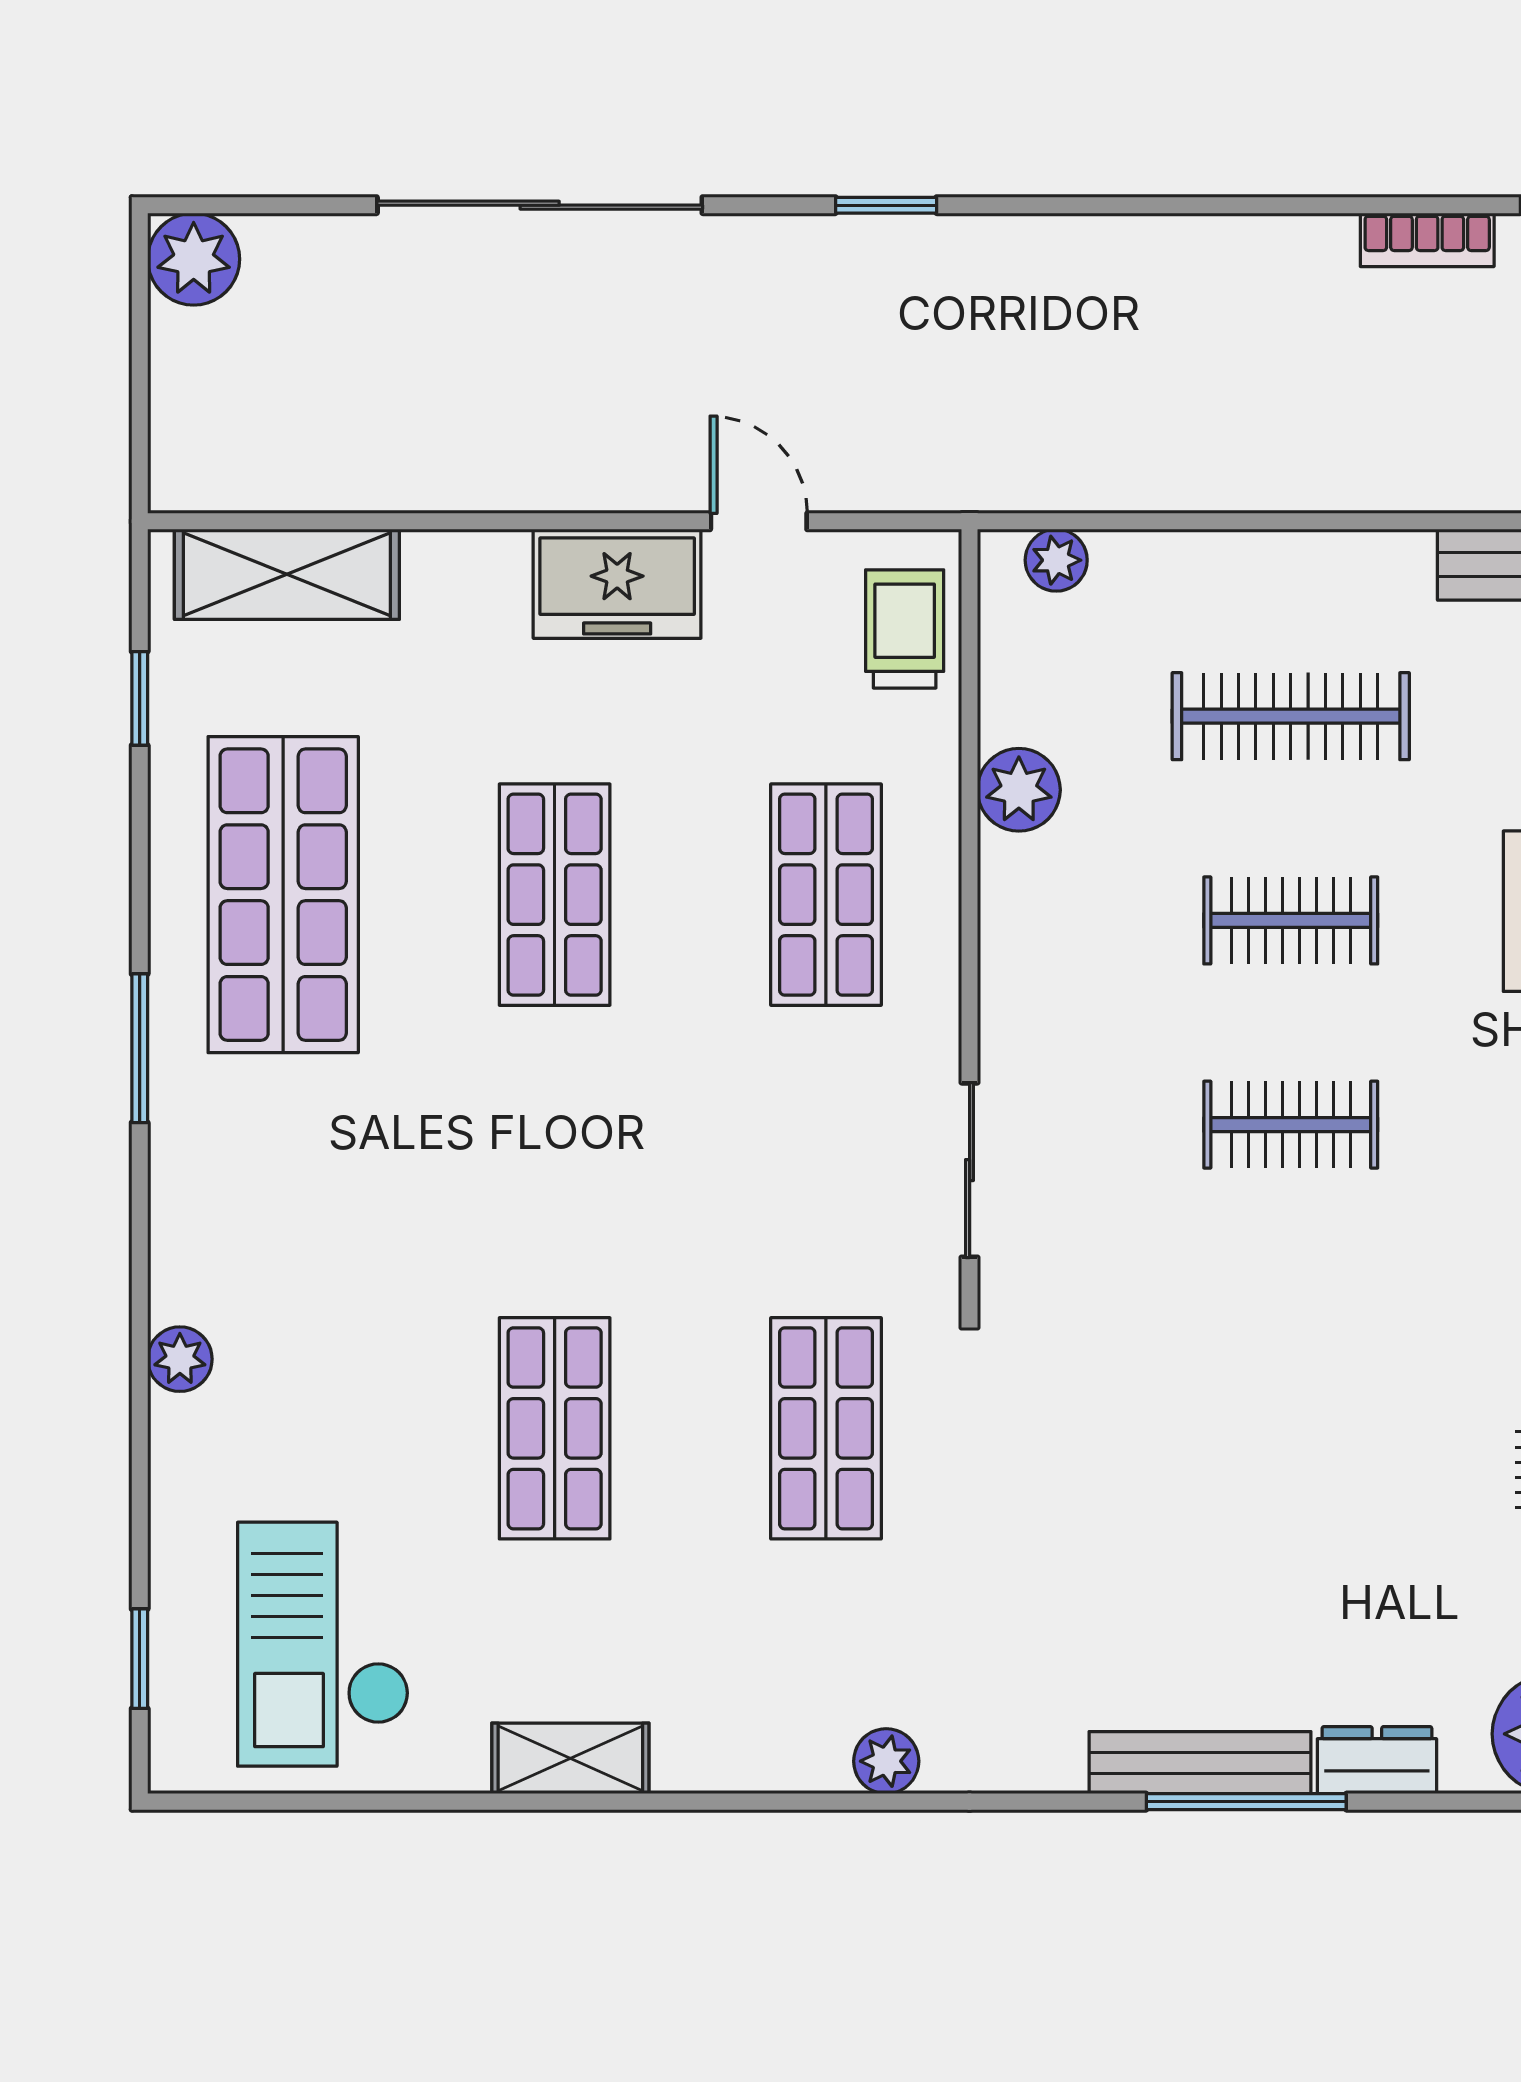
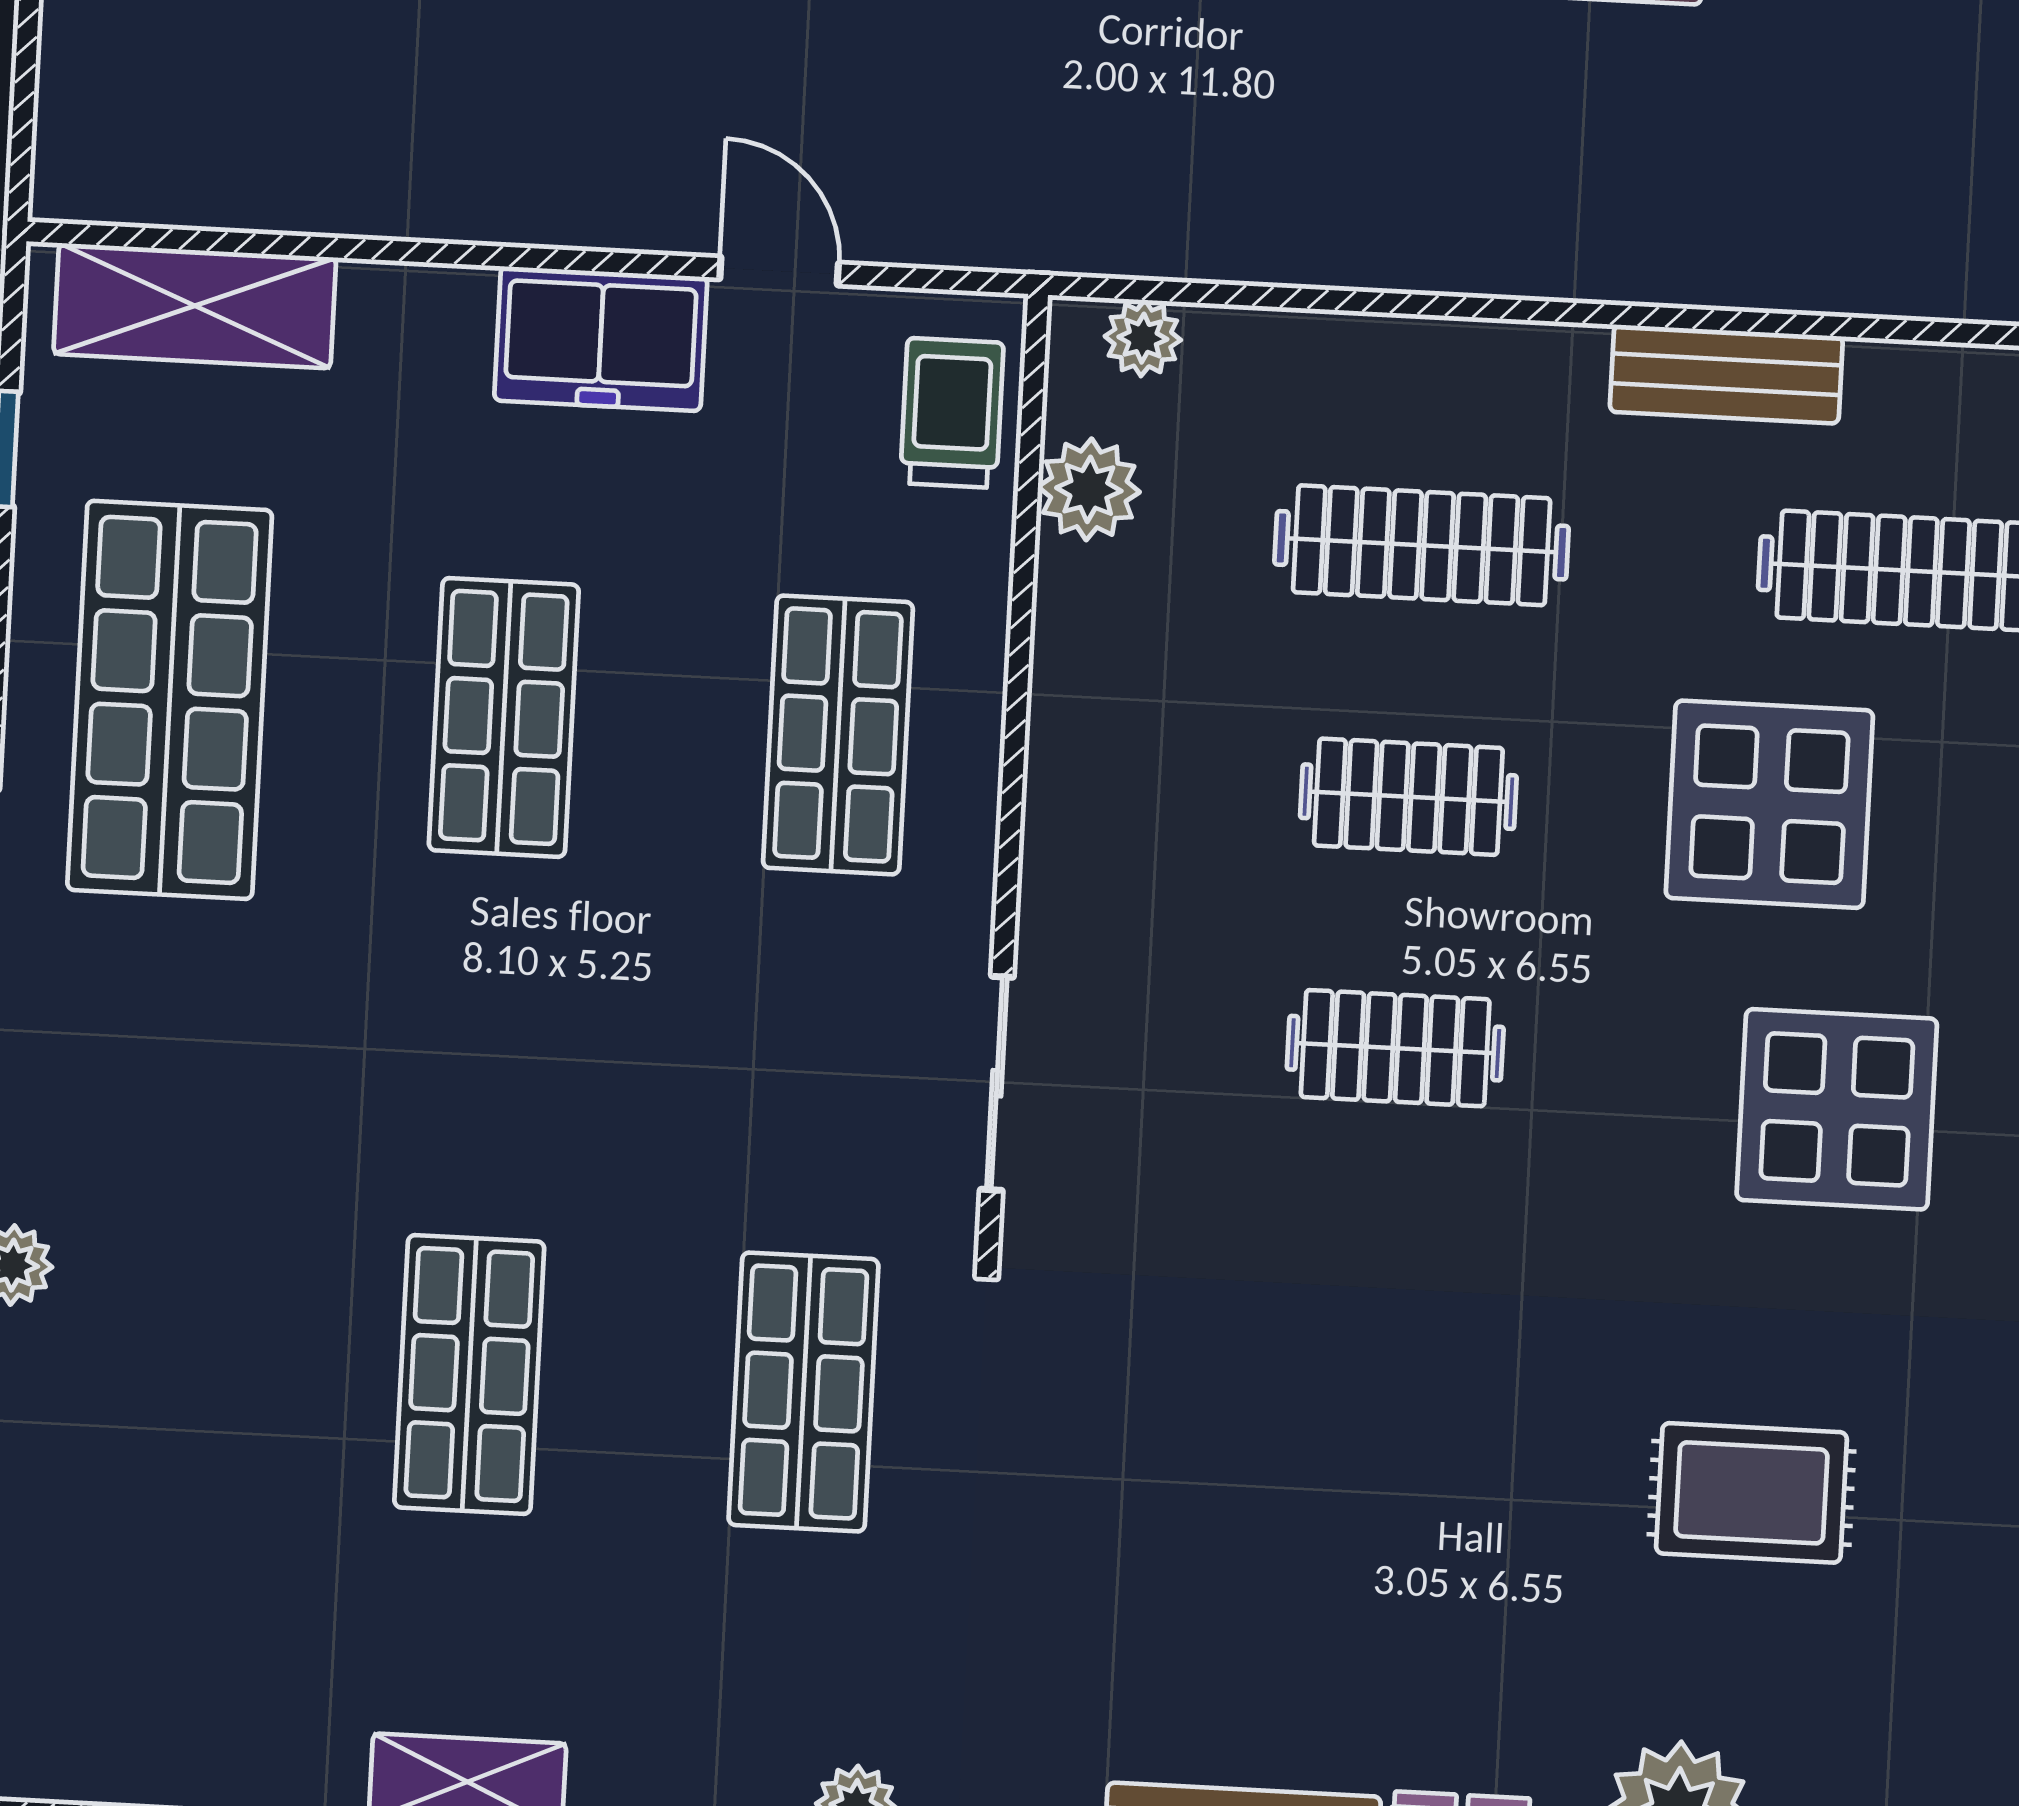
plant: (1019, 790) -> (1089, 489), moved
checkout: (323, 1644) -> (171, 1625), removed

